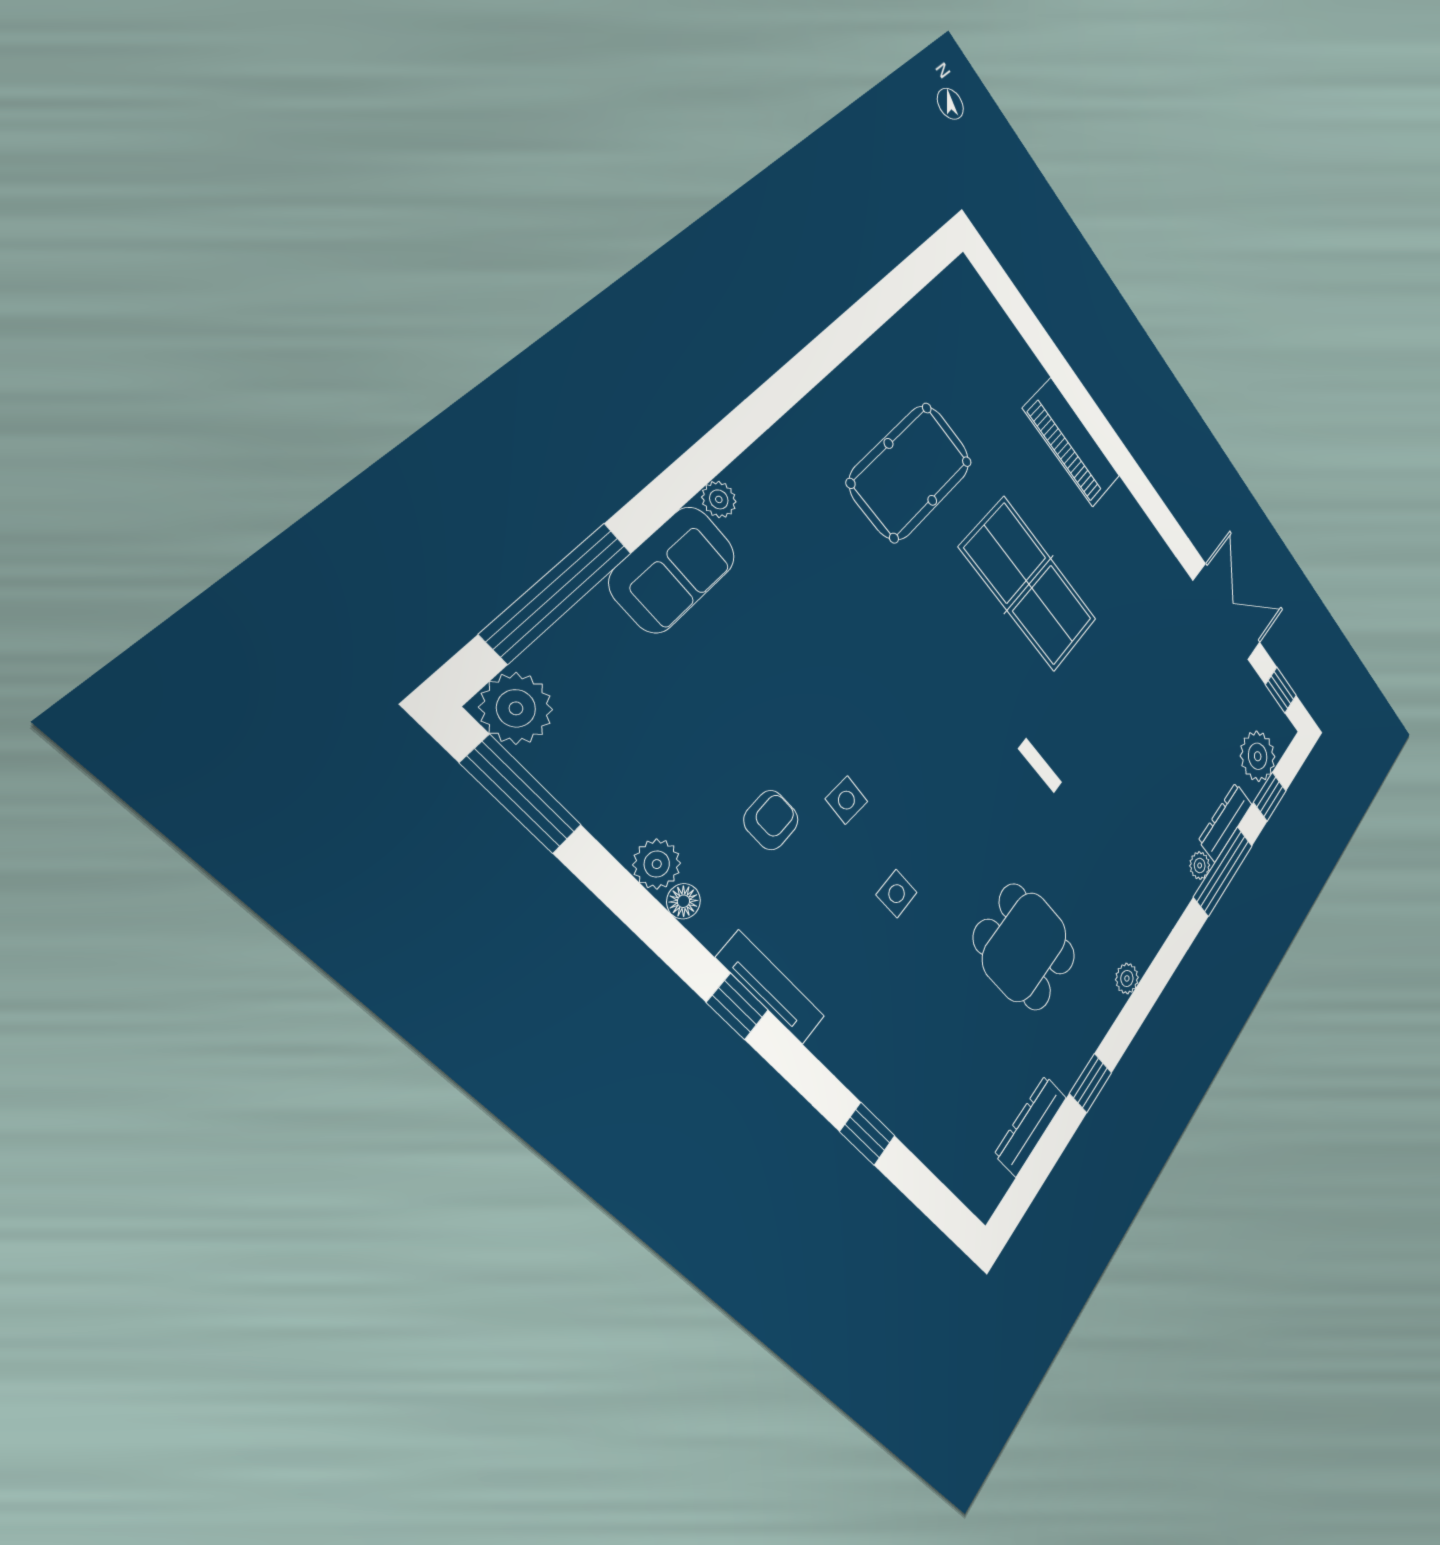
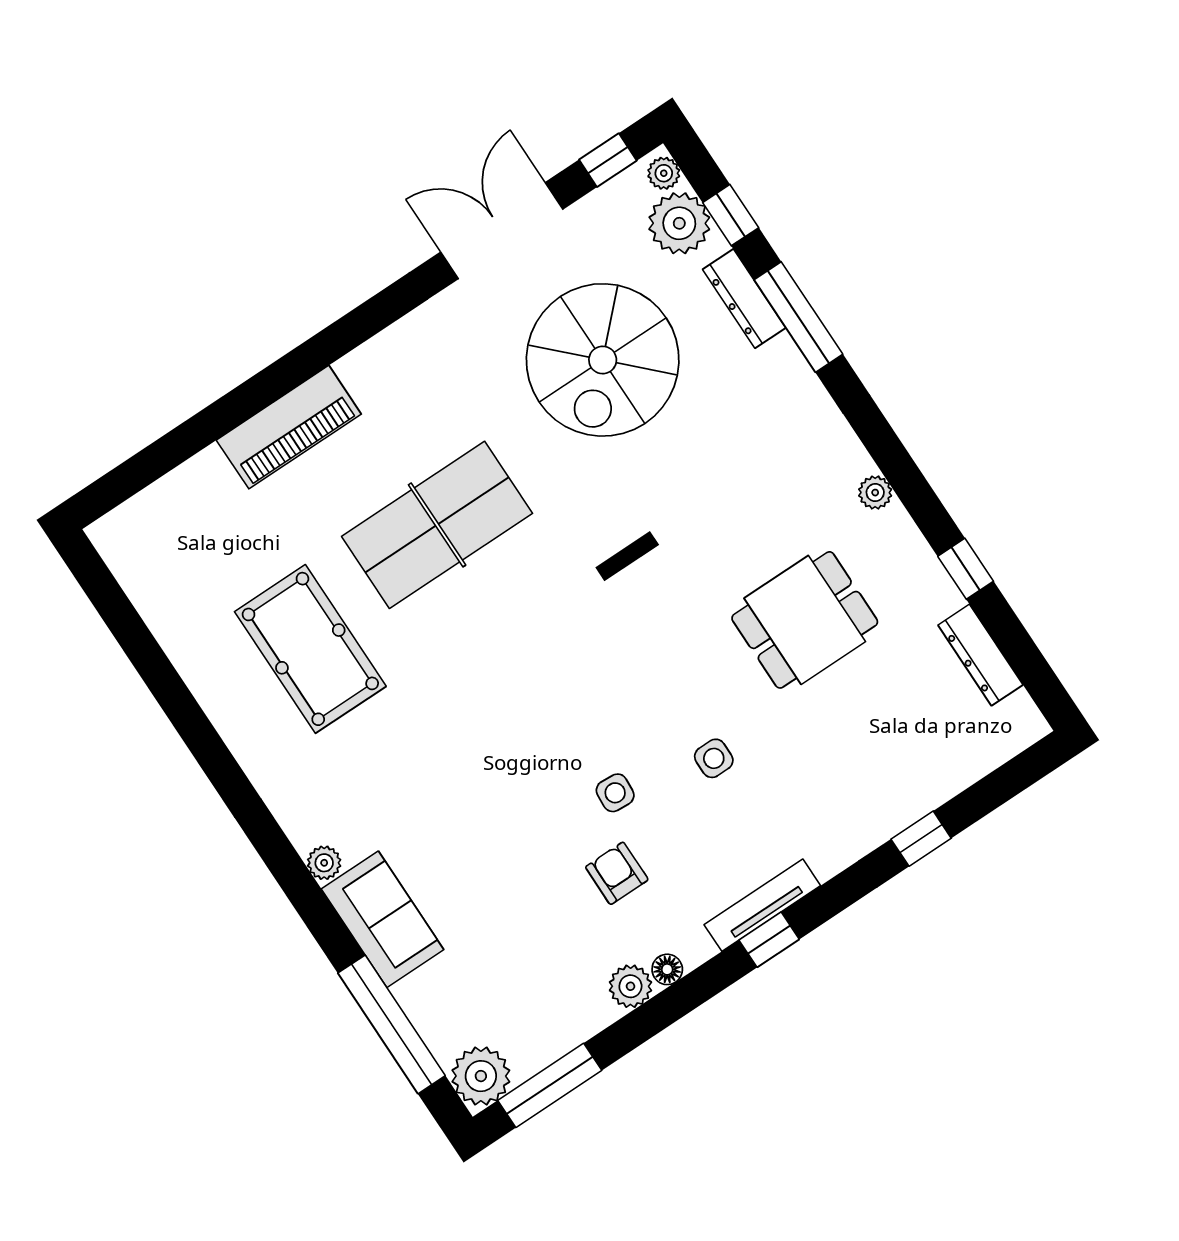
spiral stairs: (1167, 712) -> (603, 360), added
plant: (1200, 865) -> (664, 173), moved

